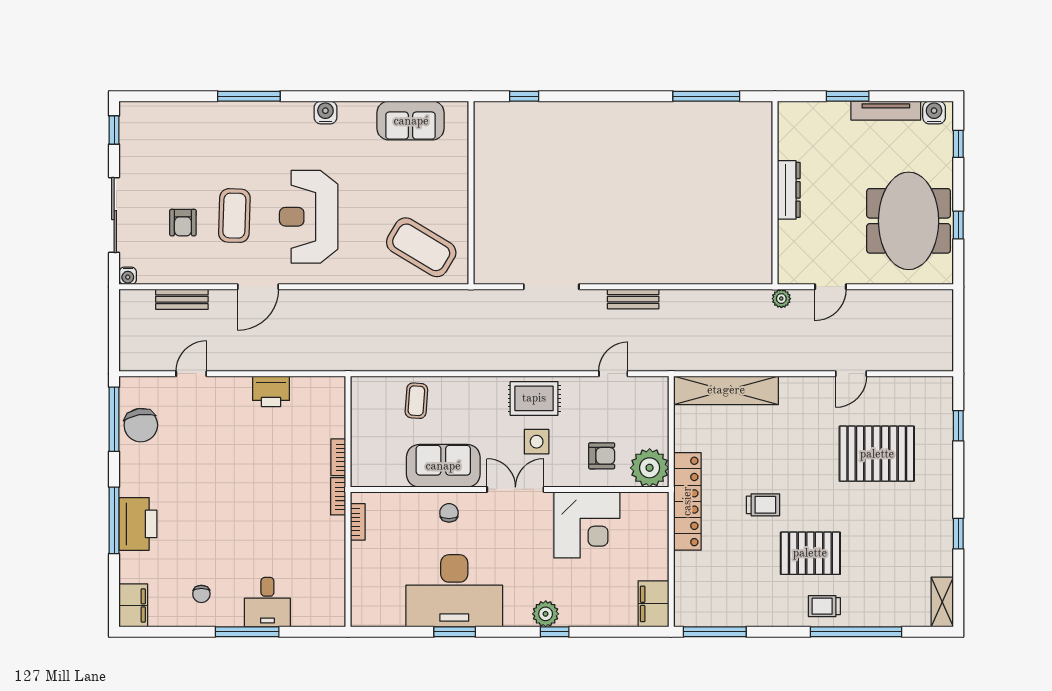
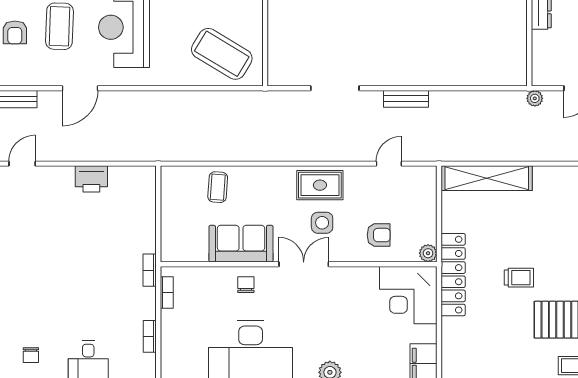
bookcase: (338, 457) -> (150, 336), moved
plant: (650, 468) -> (428, 253), width x0.53, depth x0.53
corner desk: (587, 525) -> (408, 295), moved, turned 90

